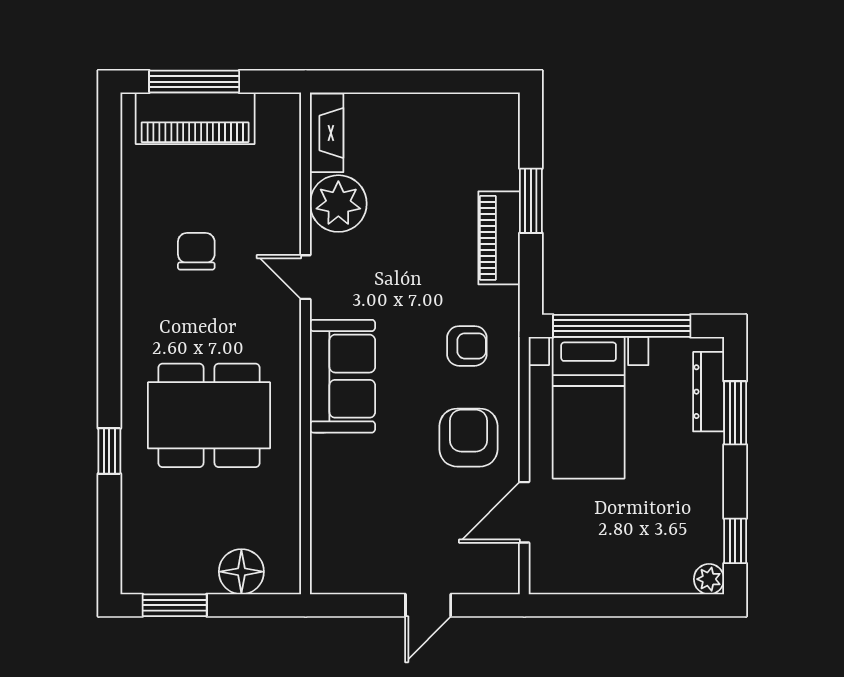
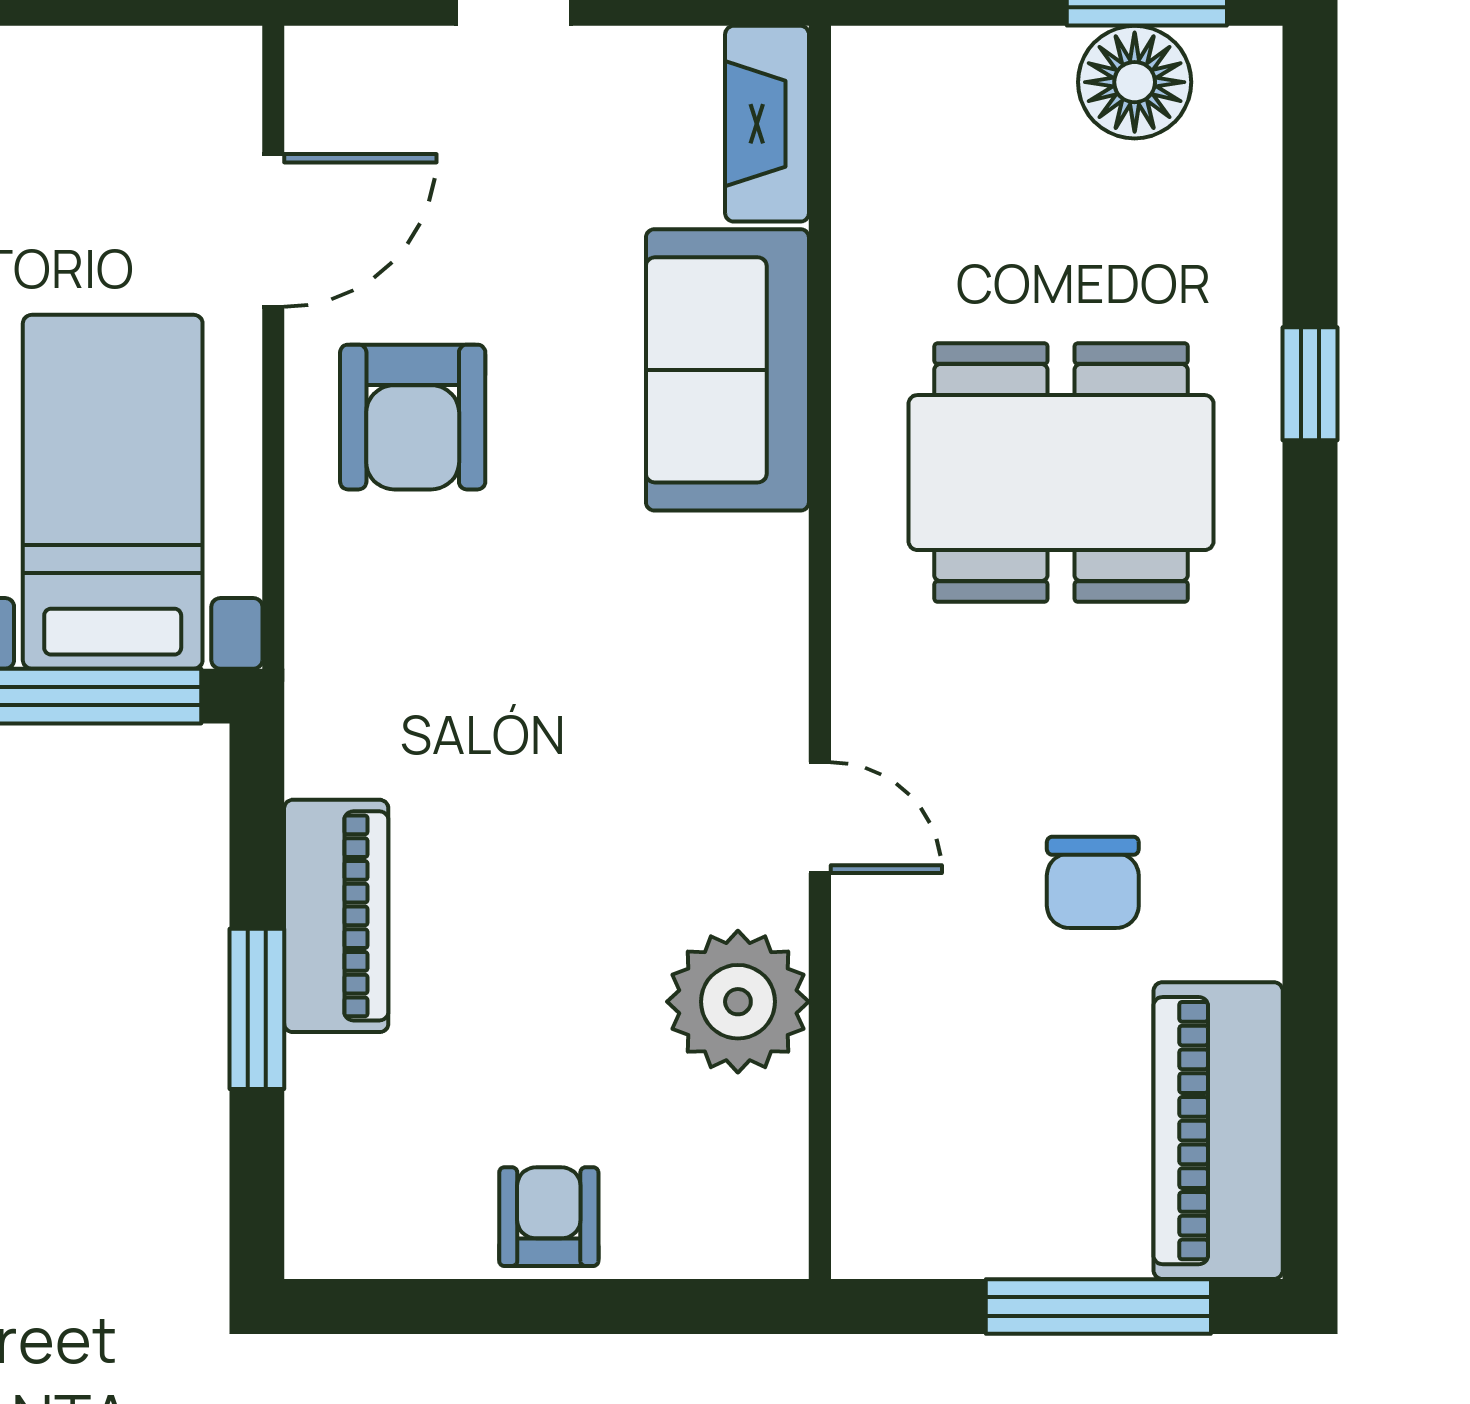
piano: (195, 118) -> (1218, 1131), moved, turned -90
fireplace: (327, 133) -> (767, 124), moved
armchair: (467, 346) -> (549, 1217), moved, turned 90
sofa: (343, 376) -> (727, 370), moved
floor lamp: (241, 572) -> (1135, 82), moved

